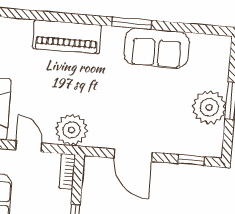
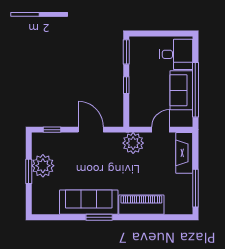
sofa: (157, 48) -> (89, 202), width x1.36
door: (29, 146) -> (161, 130), swing flipped
bookcase: (67, 171) -> (134, 115), removed

